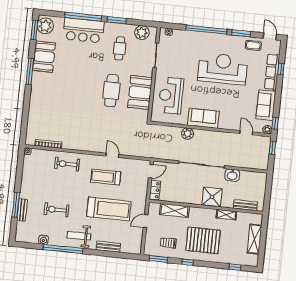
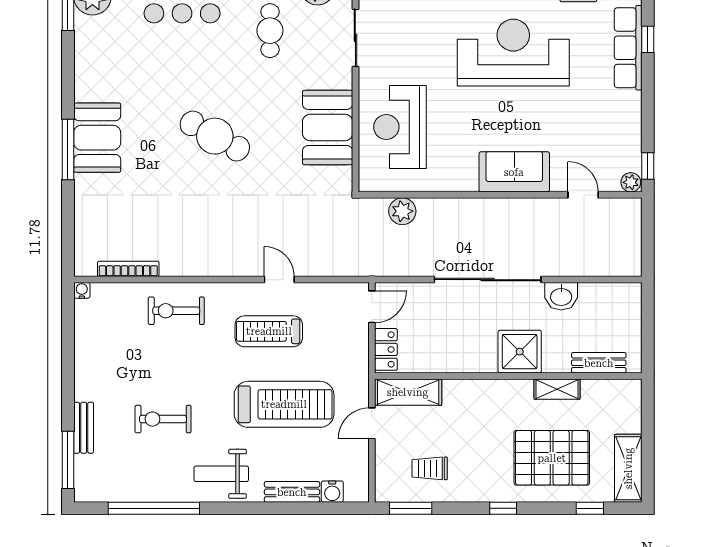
booth: (44, 57) -> (97, 138), moved
window: (30, 71) -> (68, 150), moved
cafe table: (111, 91) -> (215, 136), moved, turned -61
sofa: (266, 105) -> (622, 126), removed
sofa: (203, 118) -> (514, 172), moved
plant: (188, 134) -> (402, 211), moved
window: (273, 148) -> (648, 224), removed
window: (16, 205) -> (68, 460), moved
shelving: (174, 210) -> (408, 392), moved
shelving: (254, 239) -> (628, 468), moved
water cooler: (43, 240) -> (332, 492), moved
pallet: (203, 240) -> (552, 458), moved
window: (63, 249) -> (154, 508), moved
window: (188, 262) -> (503, 508), moved

